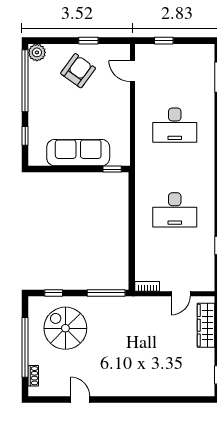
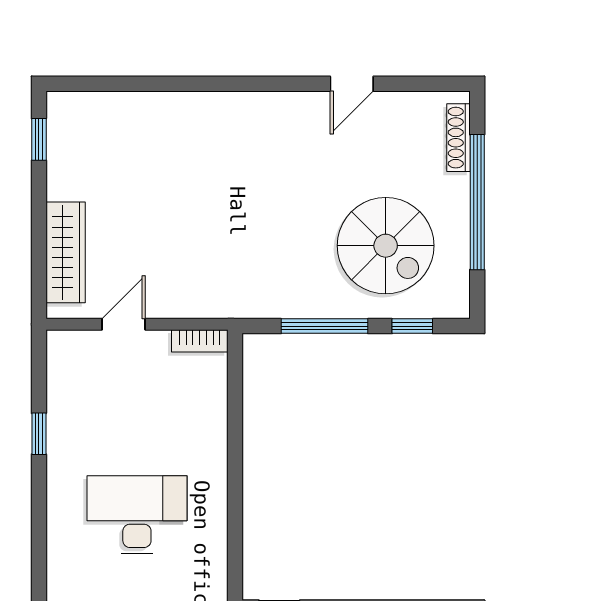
window: (106, 293) -> (325, 326), moved
shoe rack: (33, 376) -> (459, 138), width x1.43
door: (80, 399) -> (352, 84), hinge flipped

